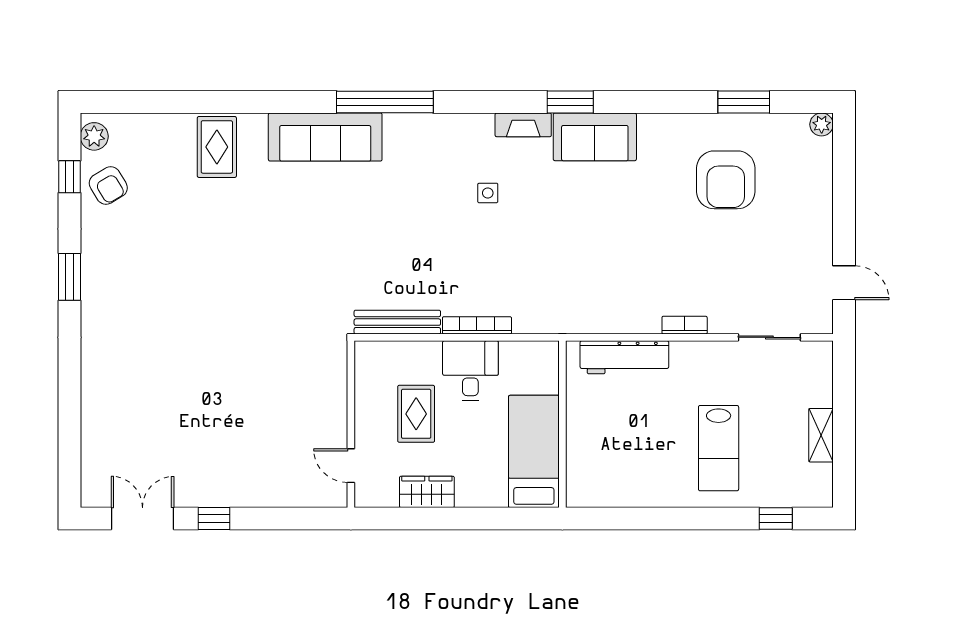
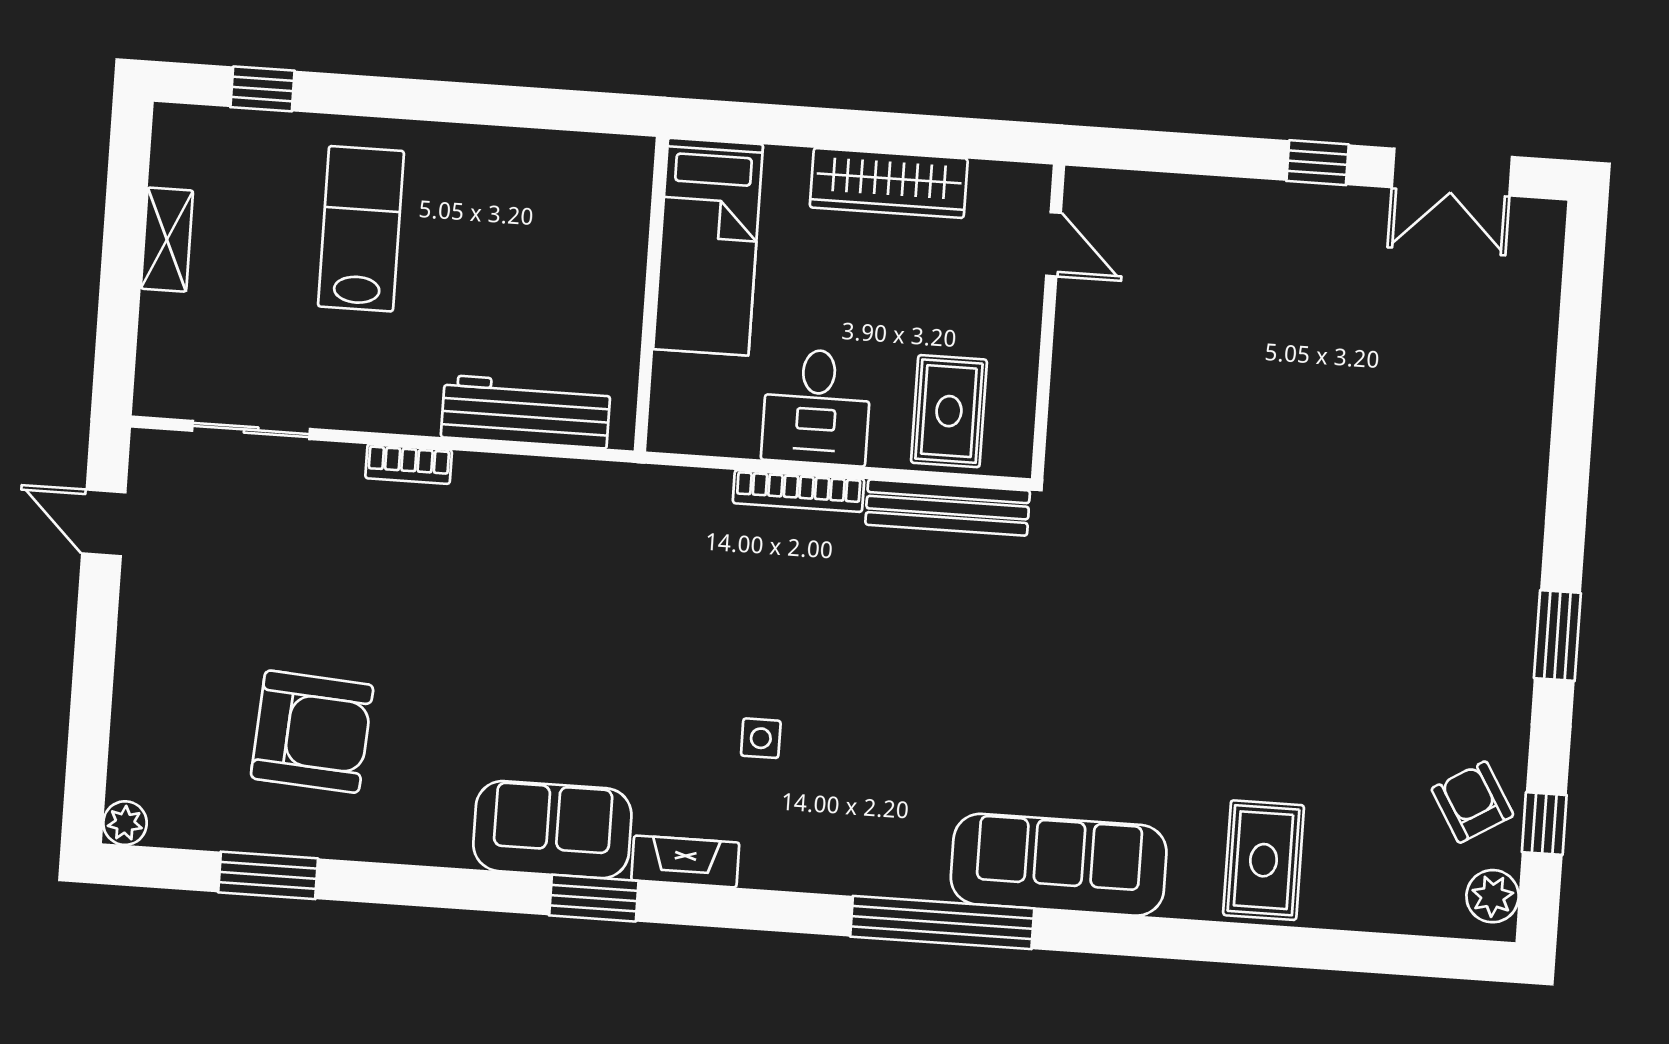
armchair: (726, 180) -> (312, 732), turned 94
rug: (416, 414) -> (949, 411), moved
wardrobe: (427, 492) -> (889, 183), width x1.50

